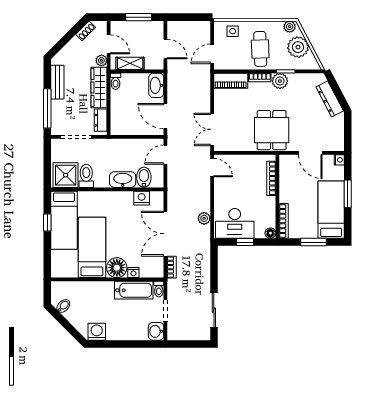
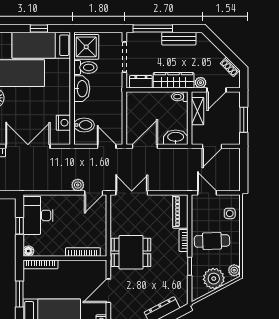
plant: (280, 81) -> (180, 260), removed
washbasin: (123, 180) -> (82, 89), moved
plant: (204, 218) -> (78, 185), moved

